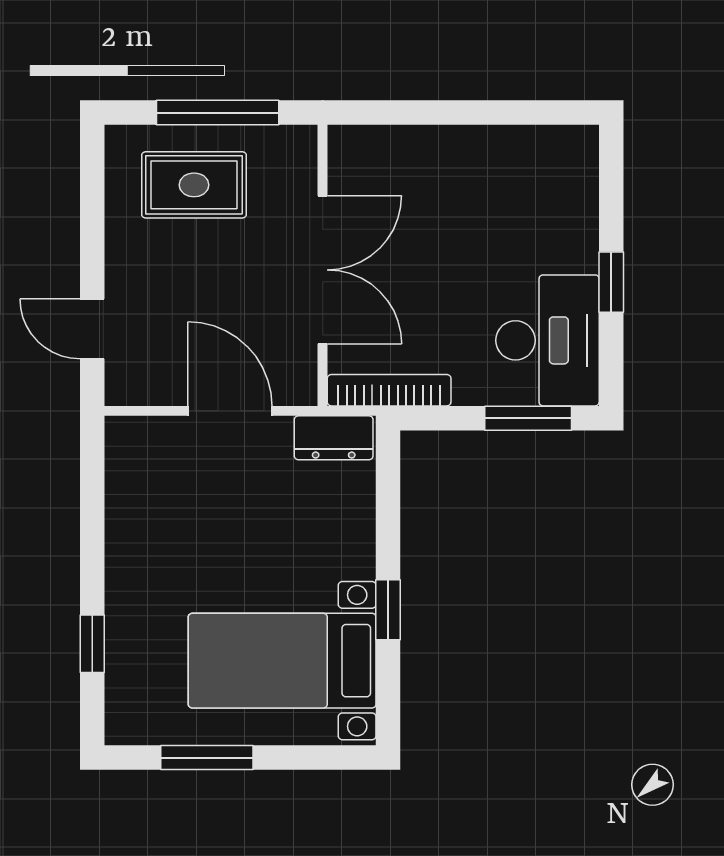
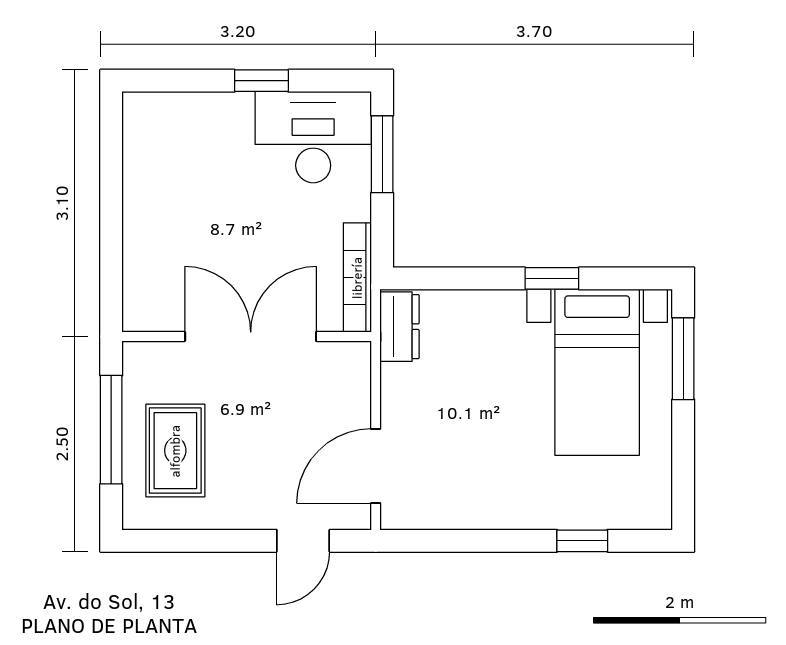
door: (230, 411) -> (376, 466), moved
window: (207, 758) -> (683, 359), moved

